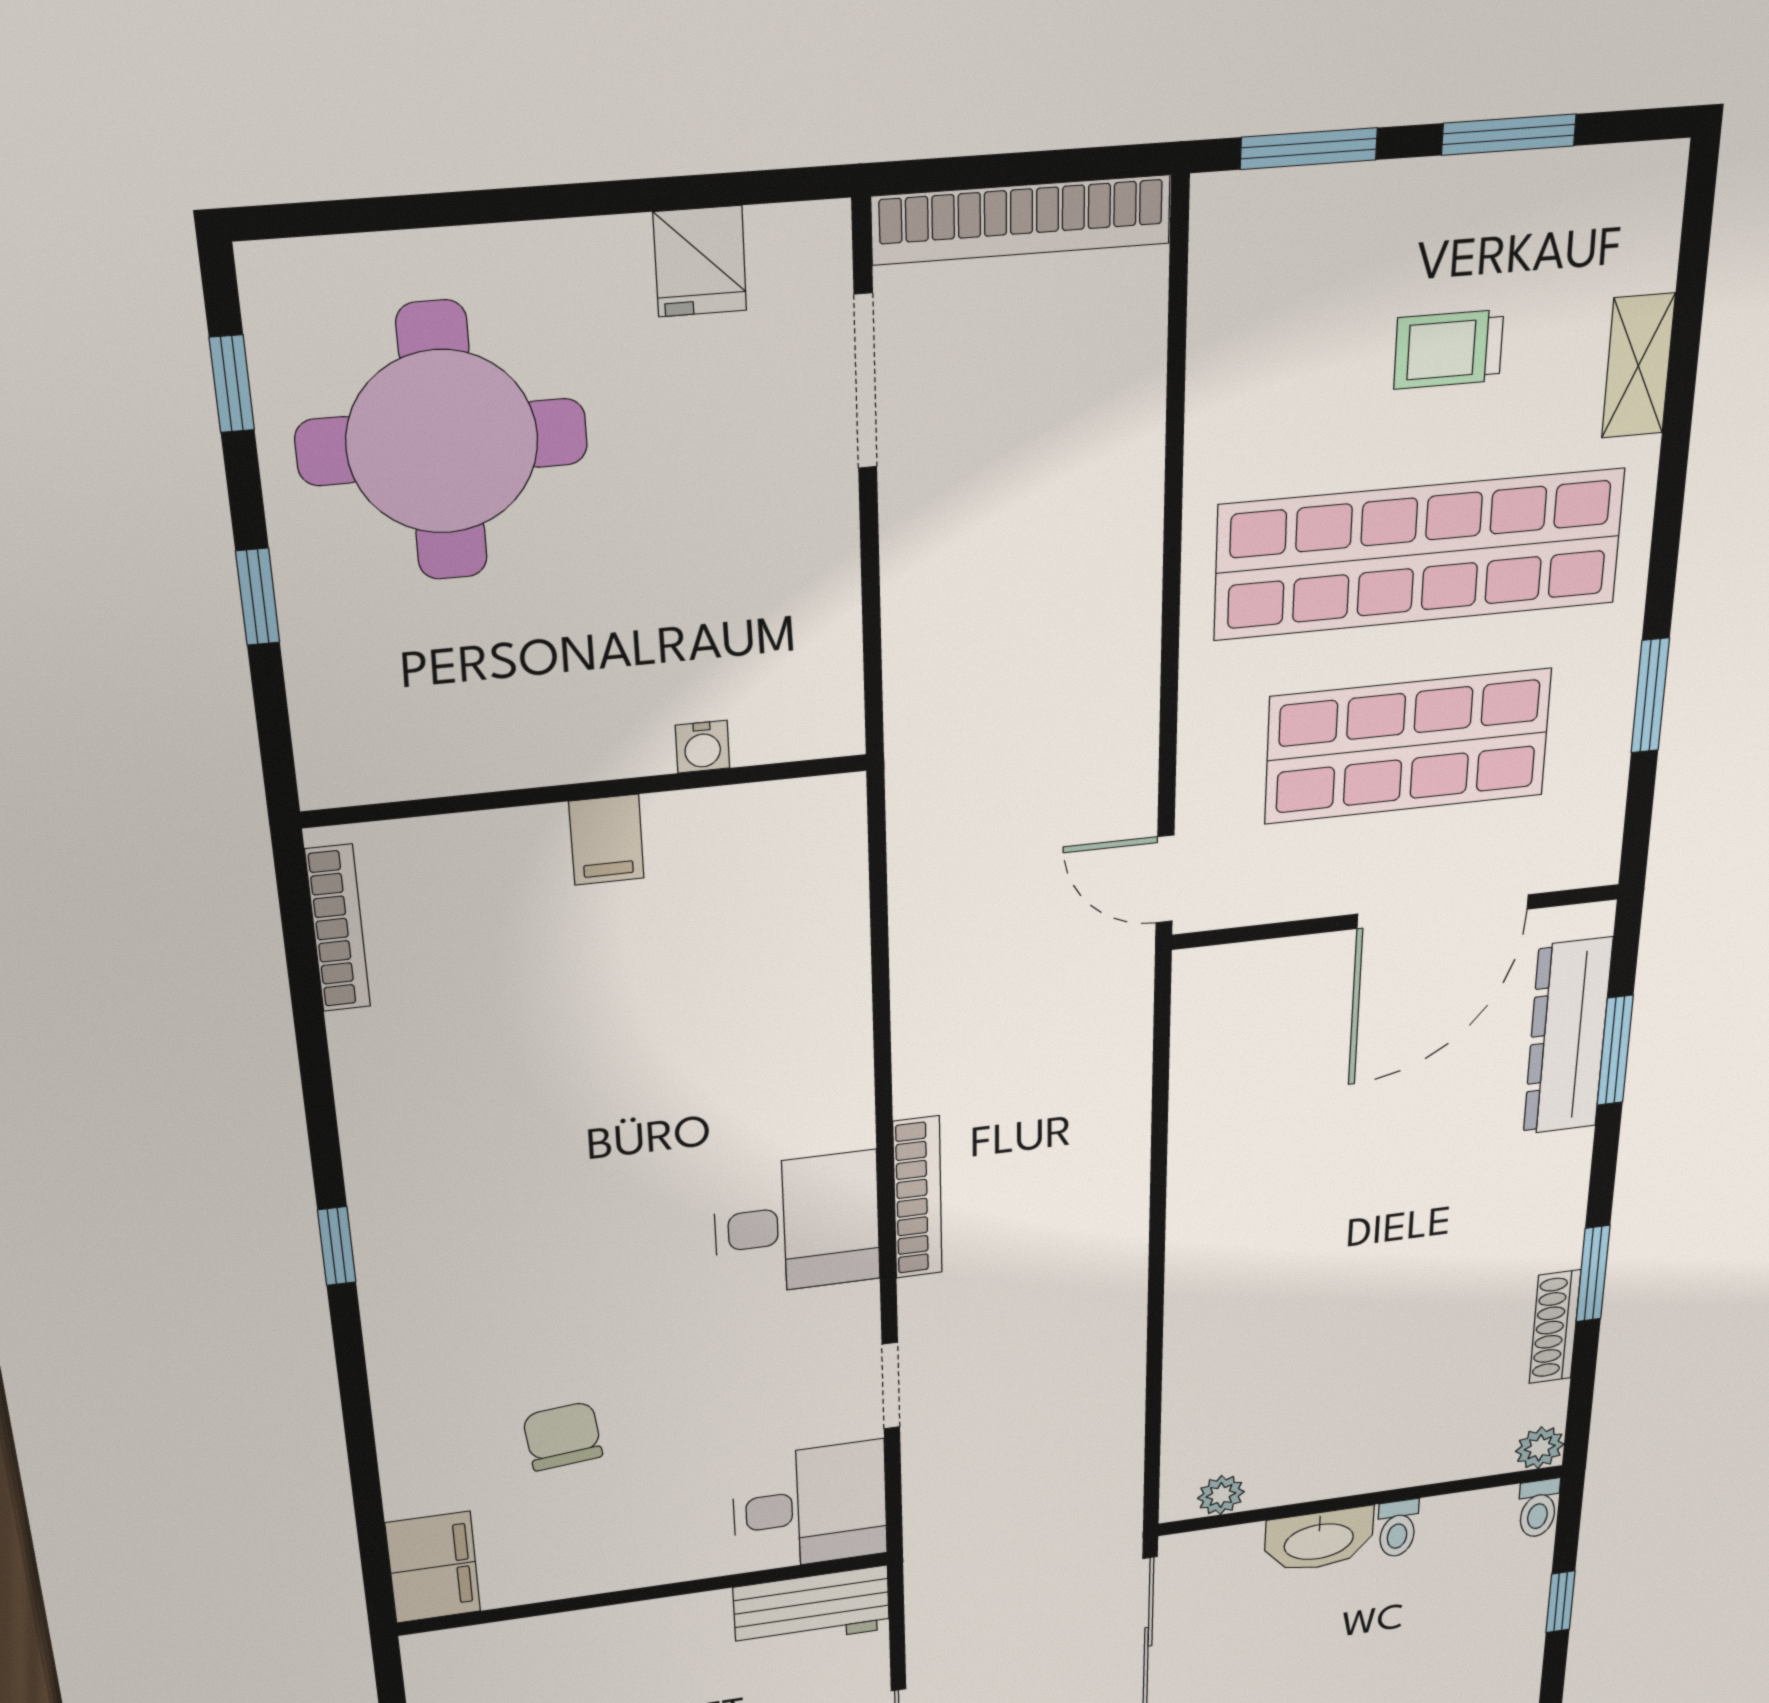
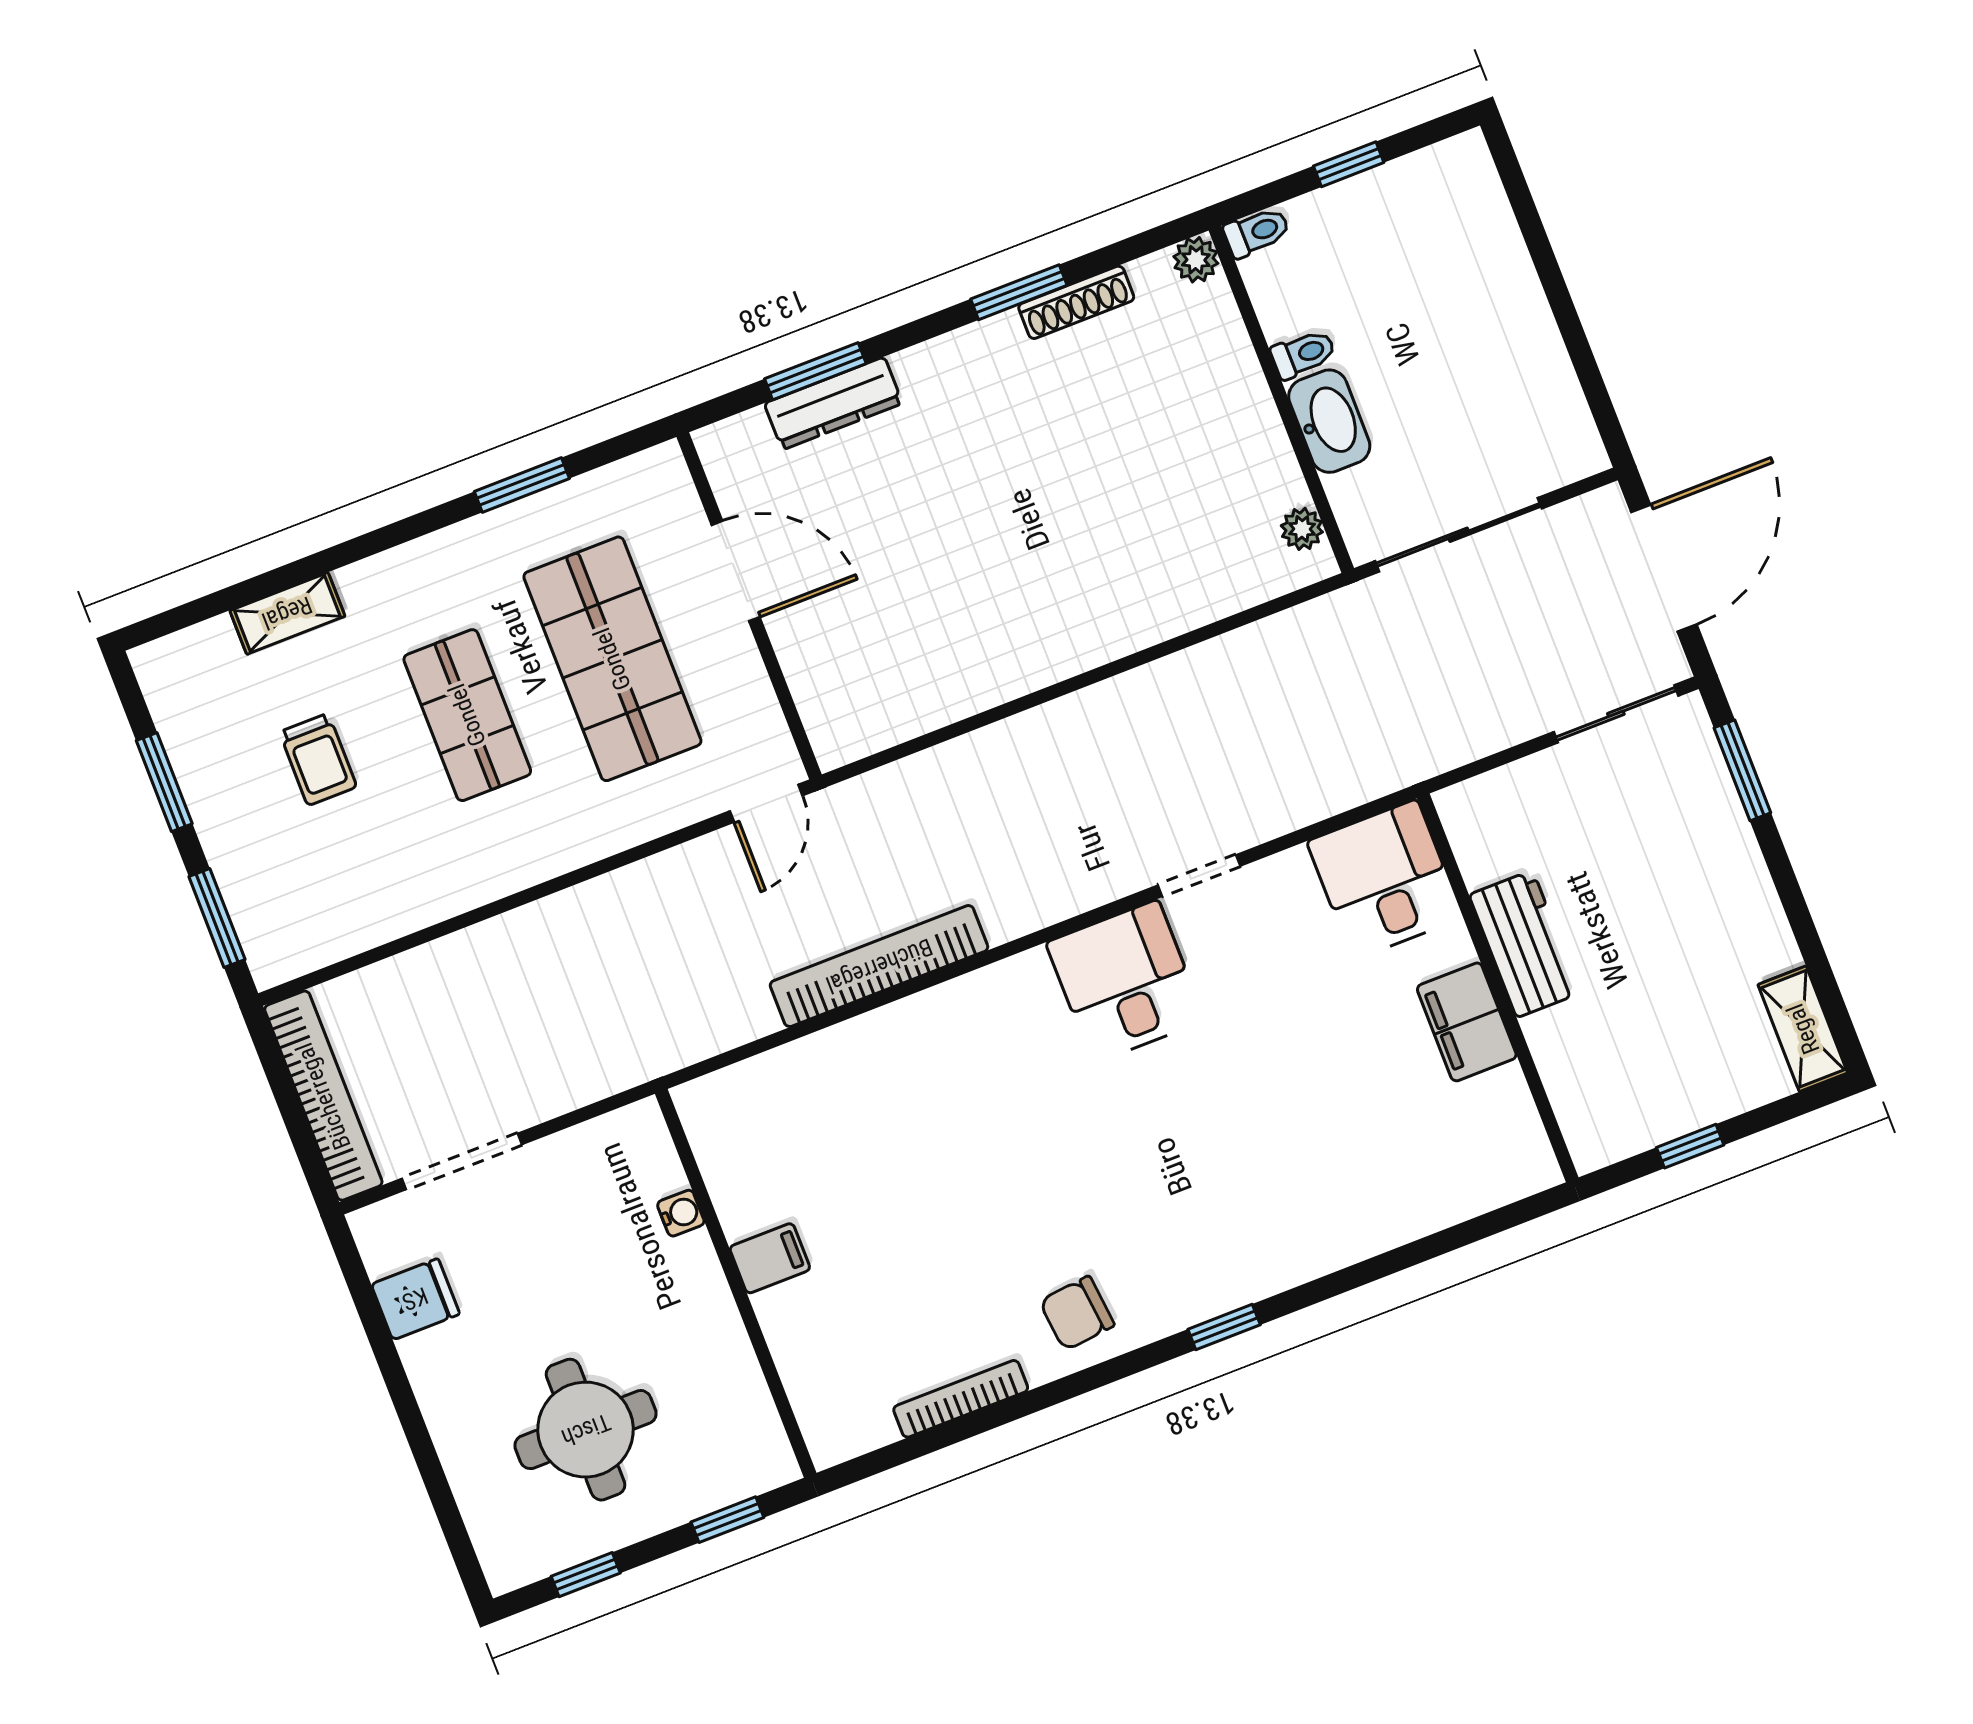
round table: (442, 442) -> (586, 1430), width x0.73, depth x0.73
shop shelf: (1420, 554) -> (467, 715), width x0.50, depth x0.74
water cooler: (702, 747) -> (681, 1213), moved
wall: (588, 791) -> (736, 1283), moved
filing cabinet: (607, 840) -> (770, 1258), moved
door: (1443, 912) -> (736, 571), width x0.73
dresser: (1568, 1037) -> (833, 403), width x0.73, depth x0.80
bookcase: (918, 1198) -> (879, 966), moved, width x1.48, depth x1.31
doorway: (891, 1386) -> (1199, 876), moved
chair: (563, 1436) -> (1077, 1313), moved
filing cabinet: (433, 1567) -> (1467, 1022), moved, turned -90
workbench: (812, 1608) -> (1525, 944), moved

